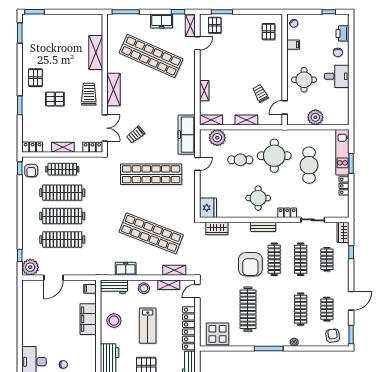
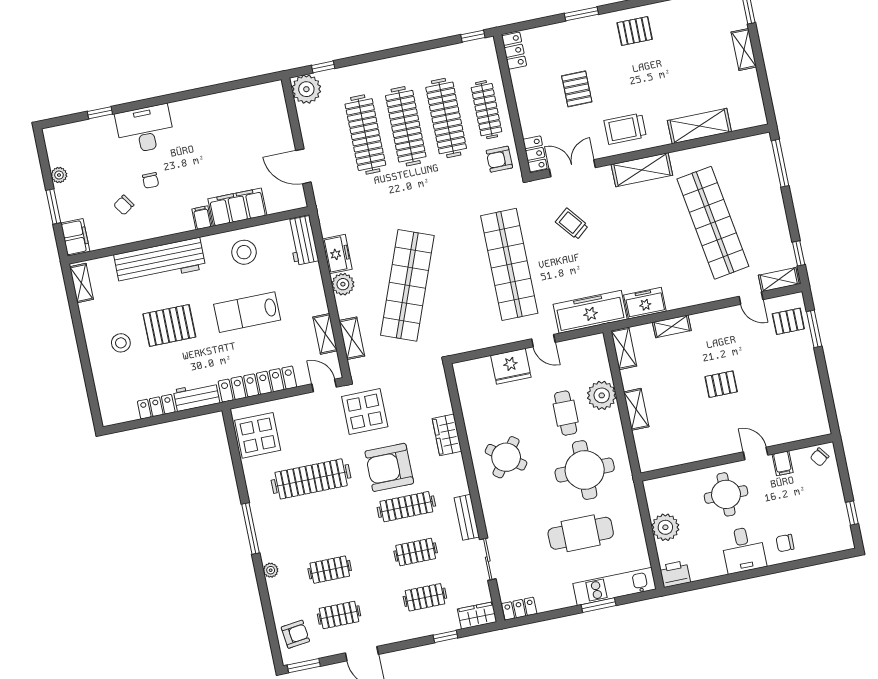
freezer: (162, 21) -> (645, 303), moved, turned 90
pallet: (269, 32) -> (721, 384), moved
printer: (342, 33) -> (675, 574), moved
shop shelf: (151, 56) -> (713, 223), turned -33
trolley: (260, 93) -> (687, 424), removed
trolley: (89, 94) -> (625, 129), turned 180
pallet: (55, 99) -> (577, 89), moved
door: (285, 107) -> (756, 454), moved
double door: (105, 128) -> (572, 168), swing flipped
plant: (217, 138) -> (602, 395), moved
shelving: (63, 147) -> (744, 49), moved
armchair: (31, 171) -> (499, 159), moved
locker: (344, 186) -> (519, 609), moved
round table: (258, 198) -> (506, 457), turned 37
fridge: (208, 208) -> (511, 366), moved
locker: (287, 213) -> (491, 512), removed
bench: (263, 227) -> (467, 517), moved
wardrobe: (217, 228) -> (447, 435), moved
clothes rail: (301, 259) -> (416, 552), width x0.73
plant: (143, 269) -> (343, 284), added
display table: (216, 272) -> (365, 412), added
door: (54, 278) -> (303, 166), moved
stool: (144, 288) -> (310, 292), removed
filing cabinet: (90, 289) -> (202, 218), moved
clothes rail: (301, 309) -> (330, 570), width x0.73

